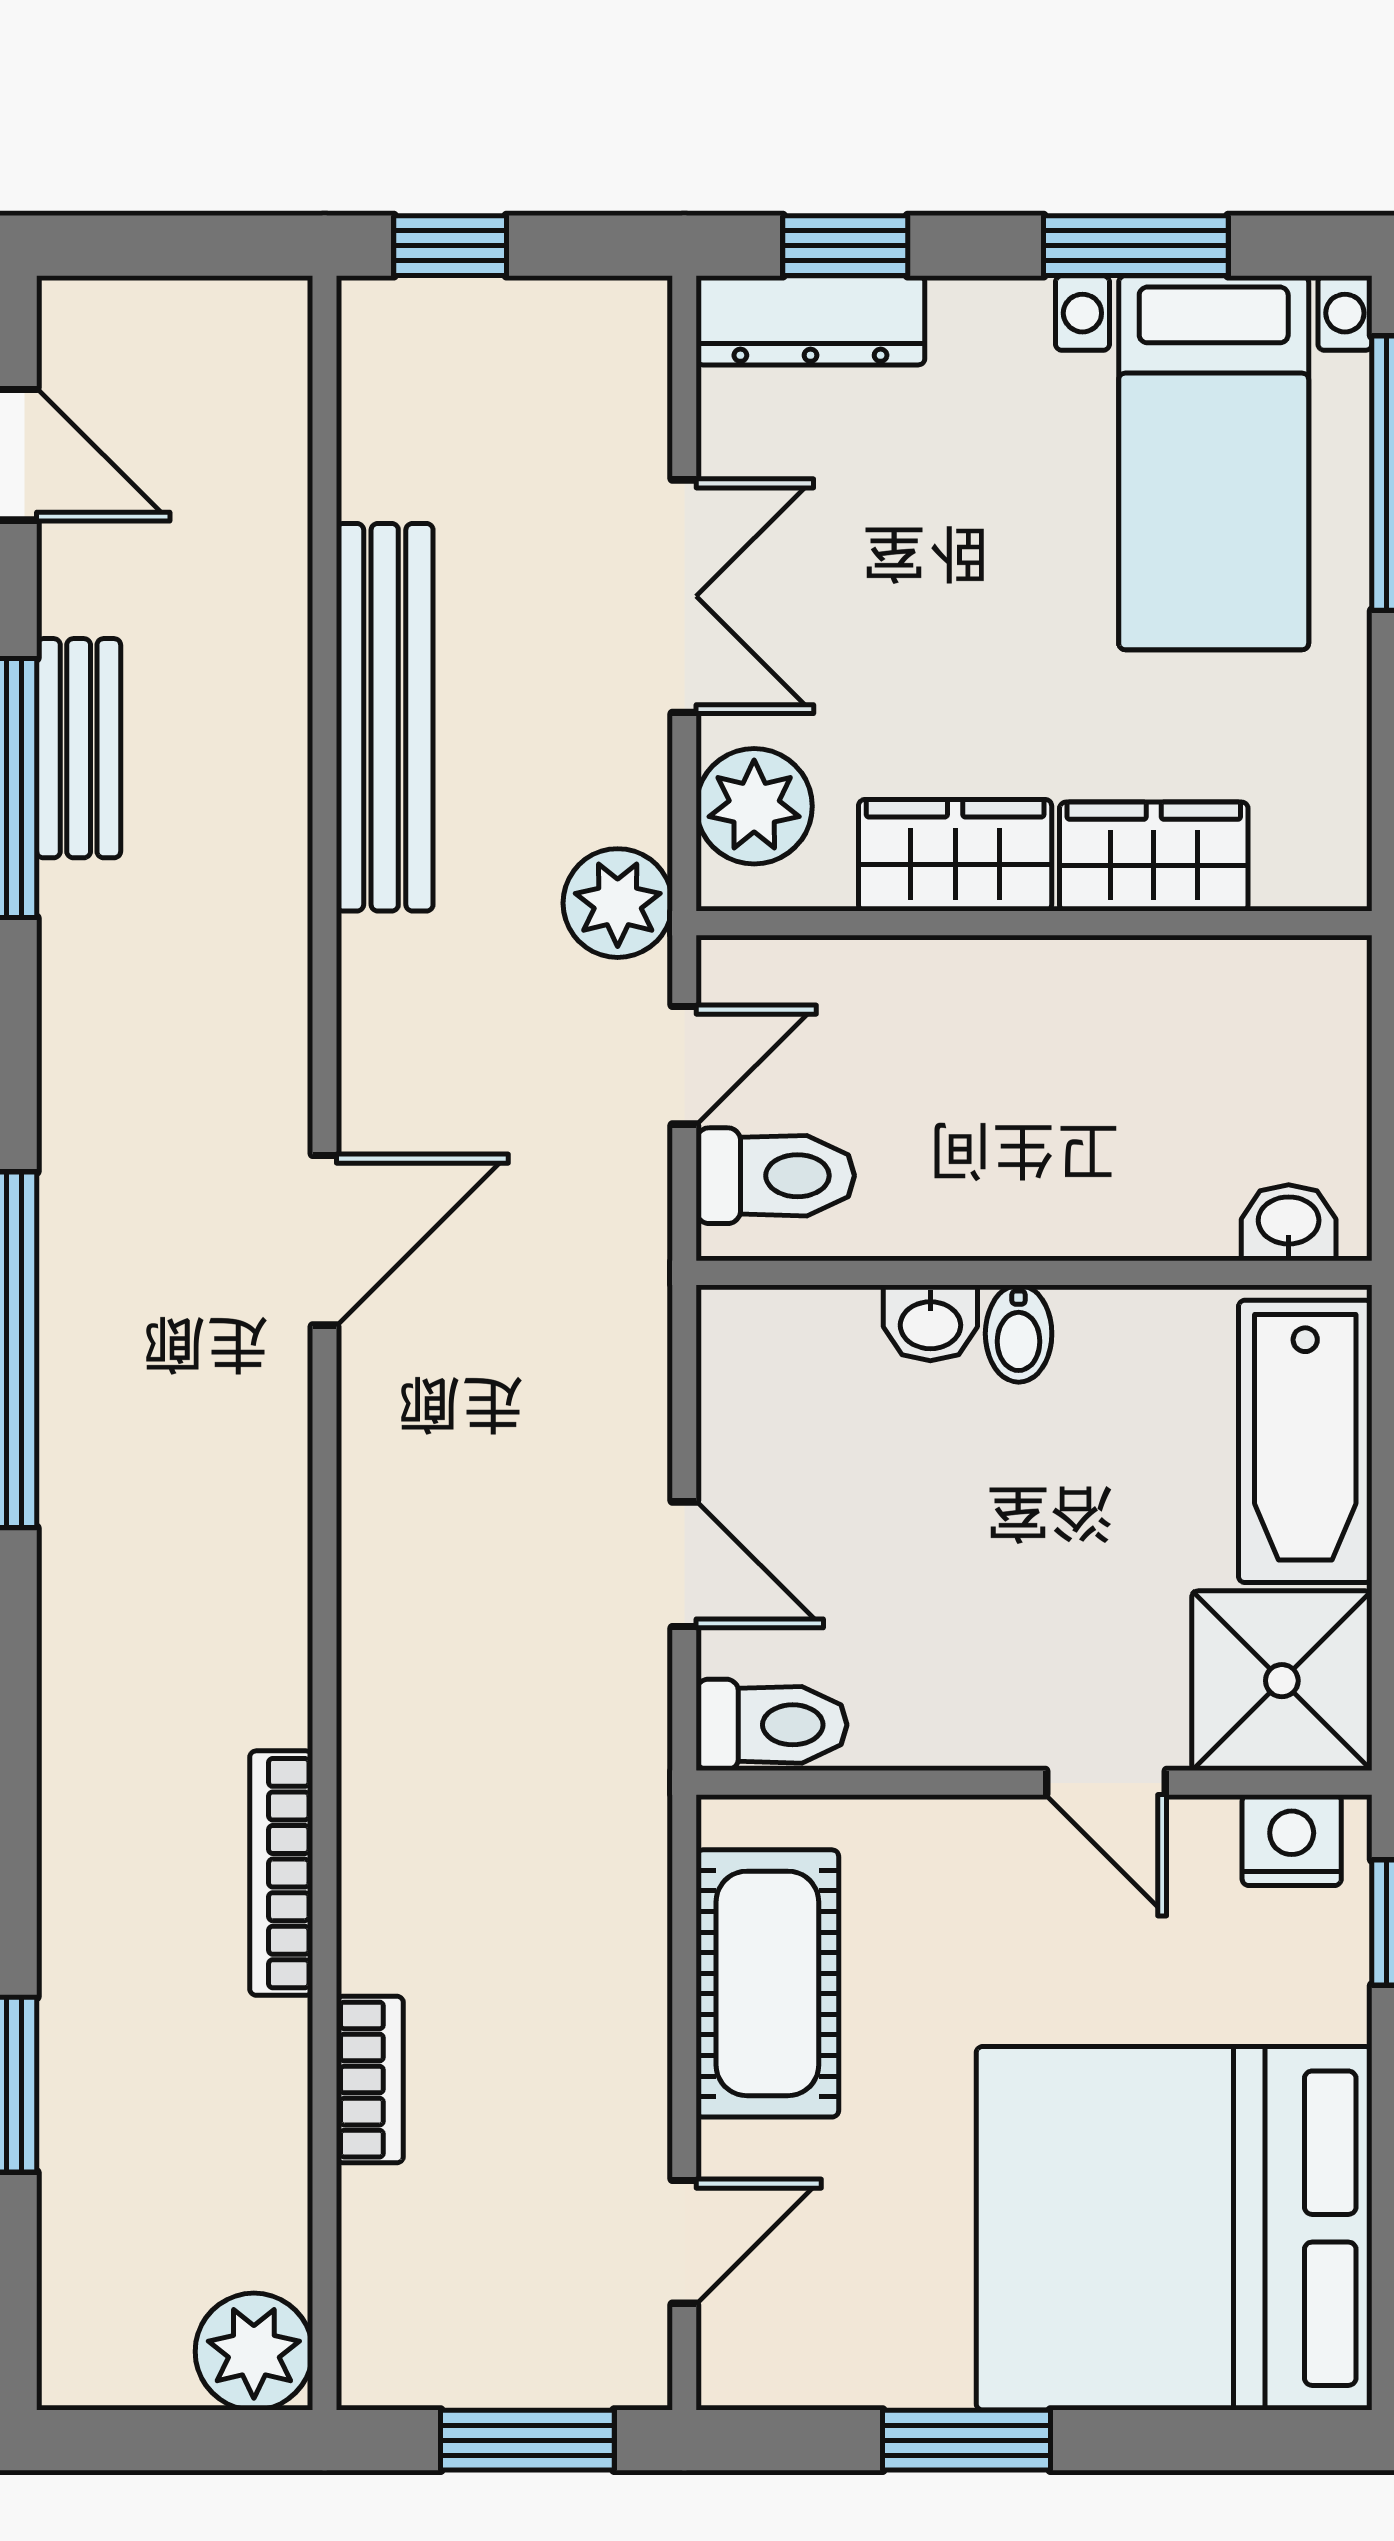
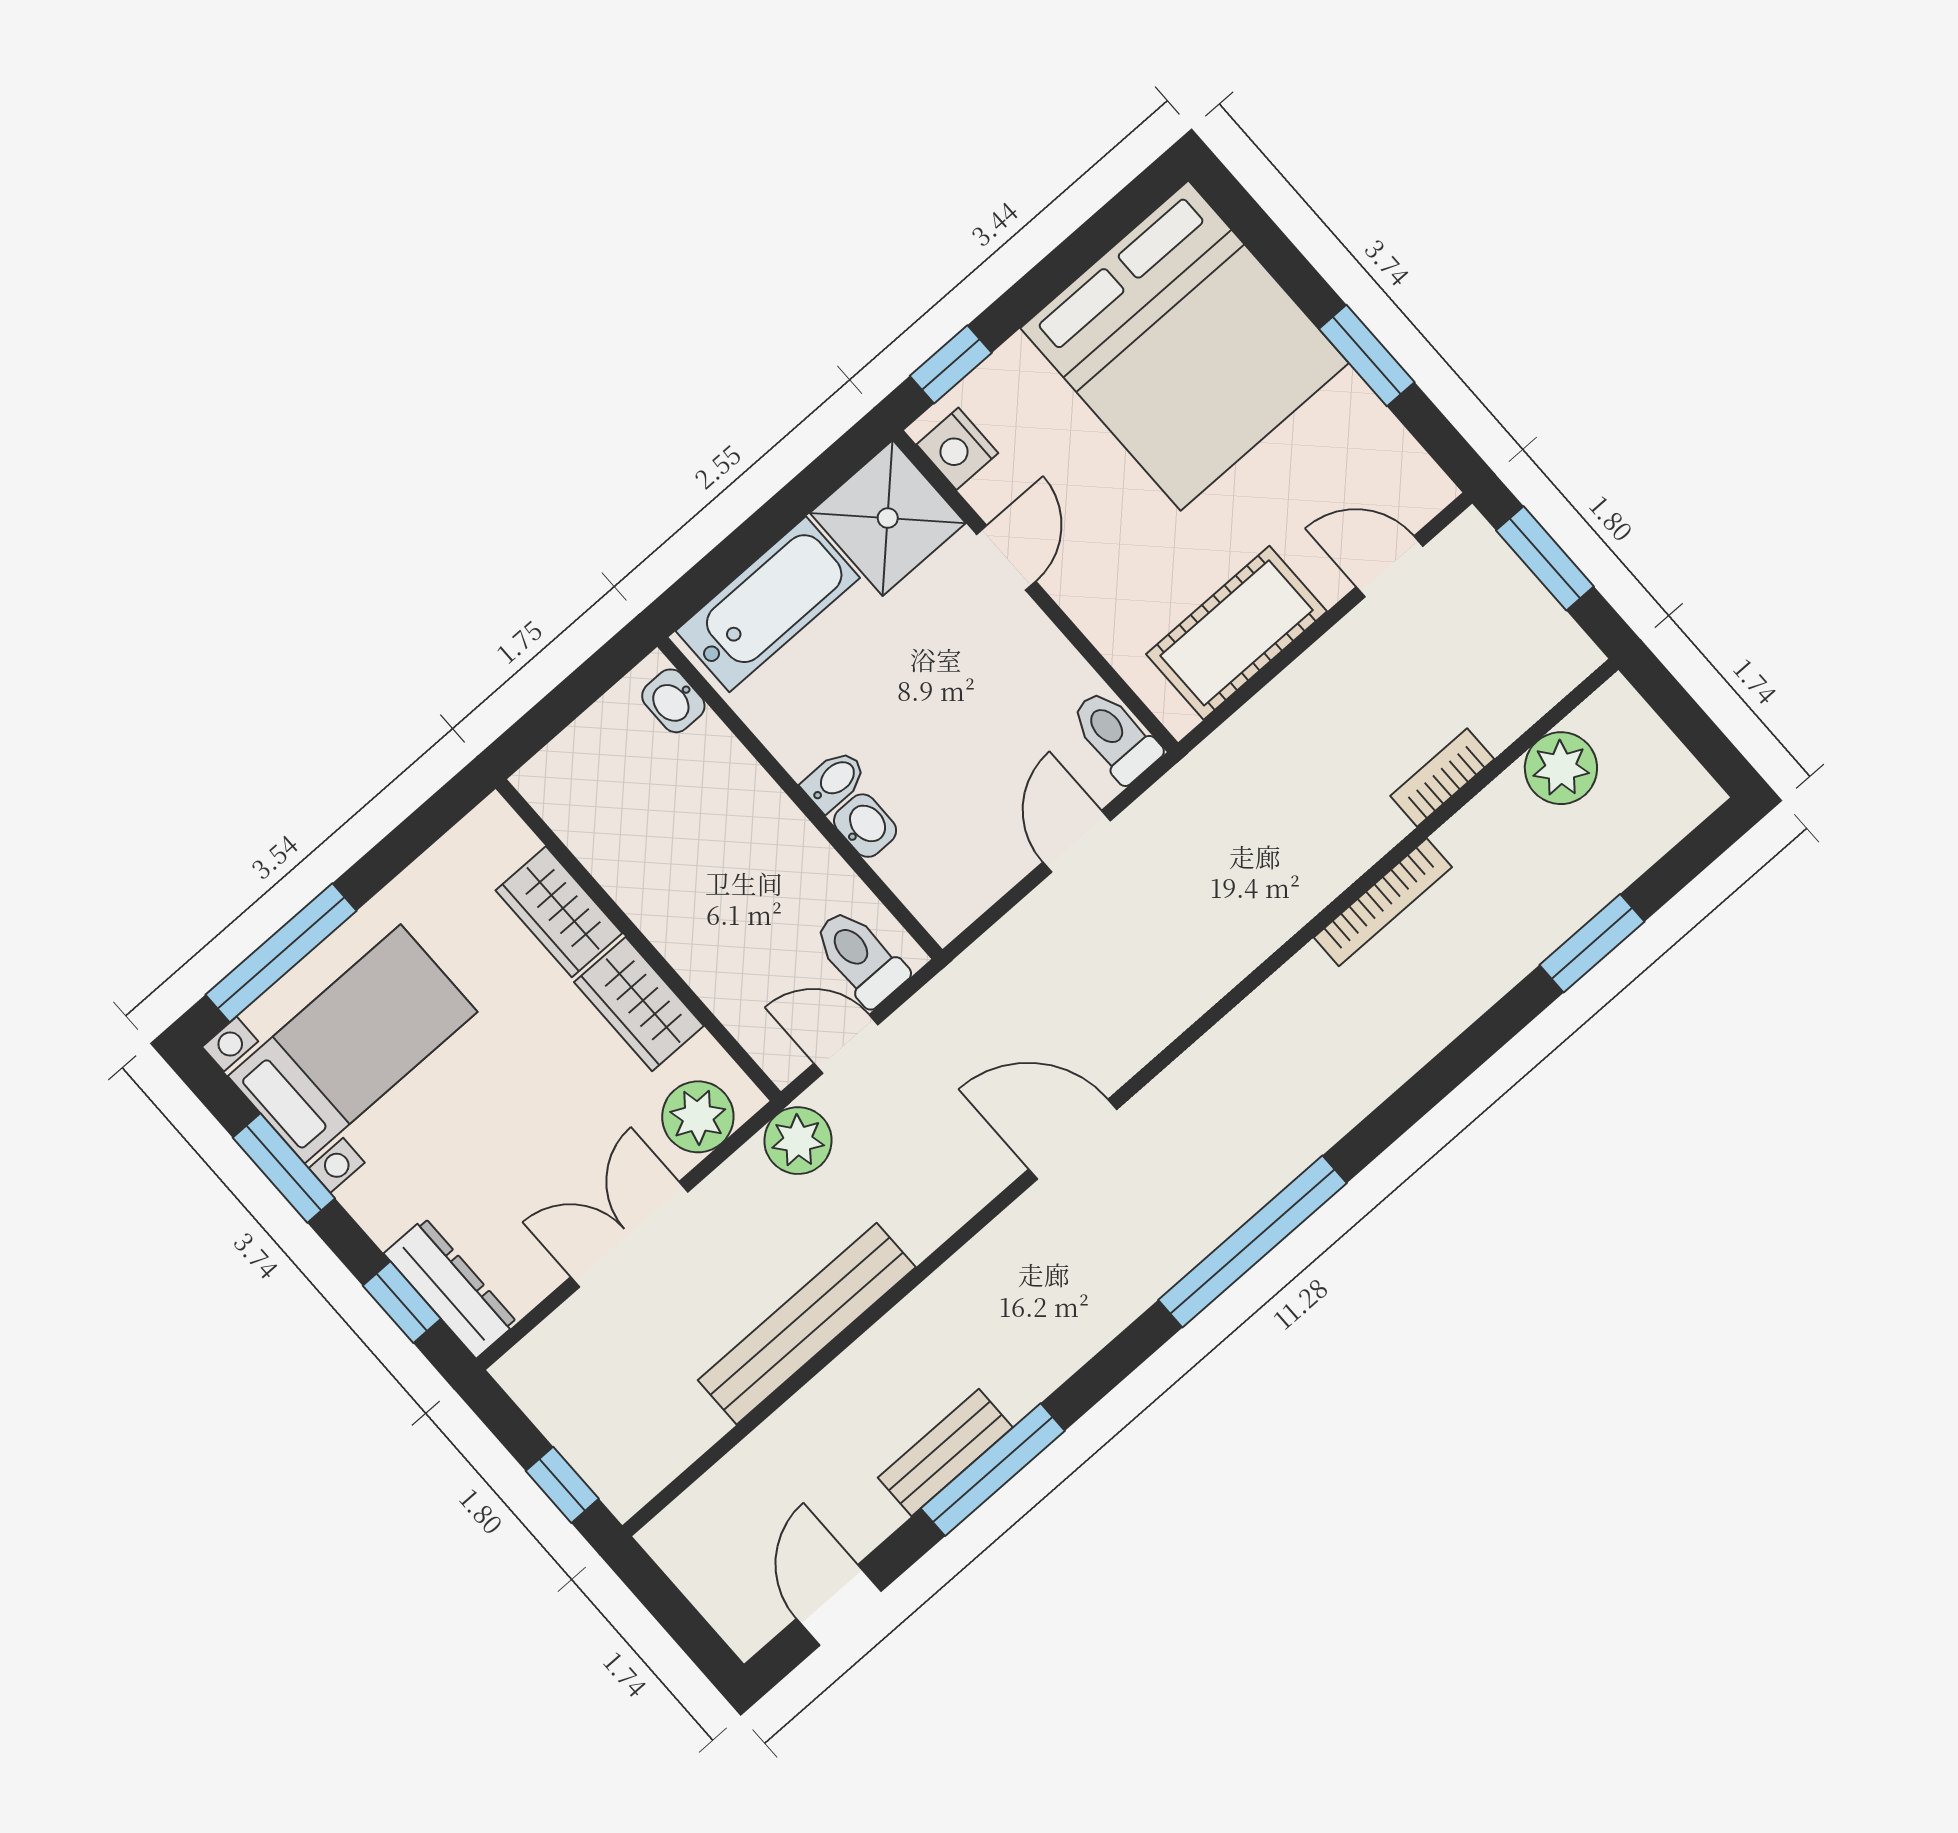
plant: (254, 2352) -> (1561, 768), moved

